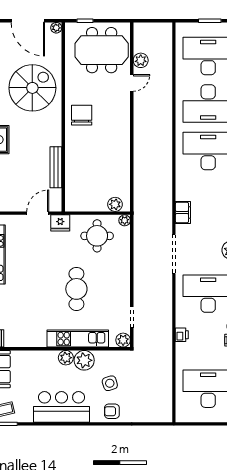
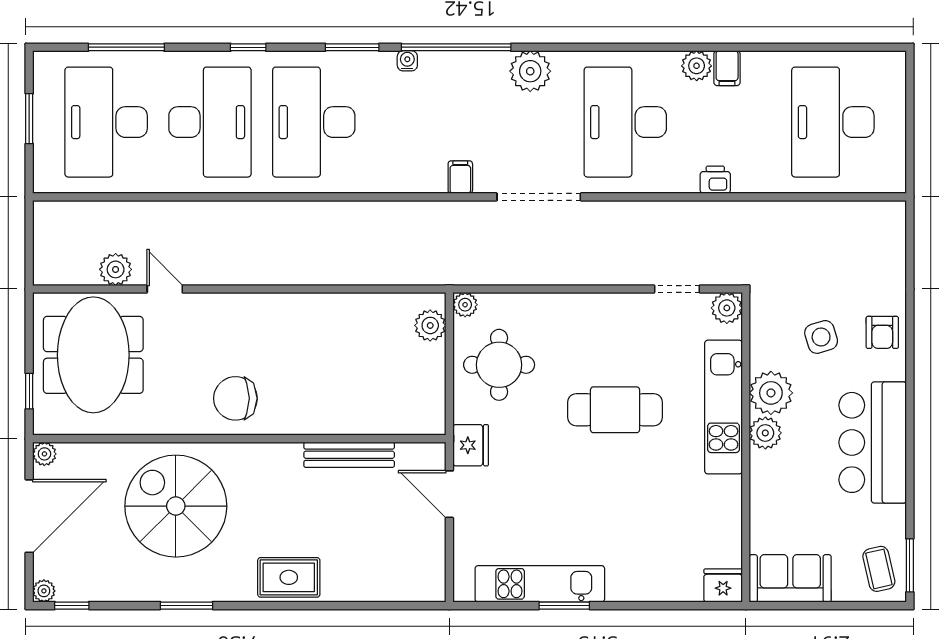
filing cabinet: (183, 213) -> (460, 177), width x0.50

